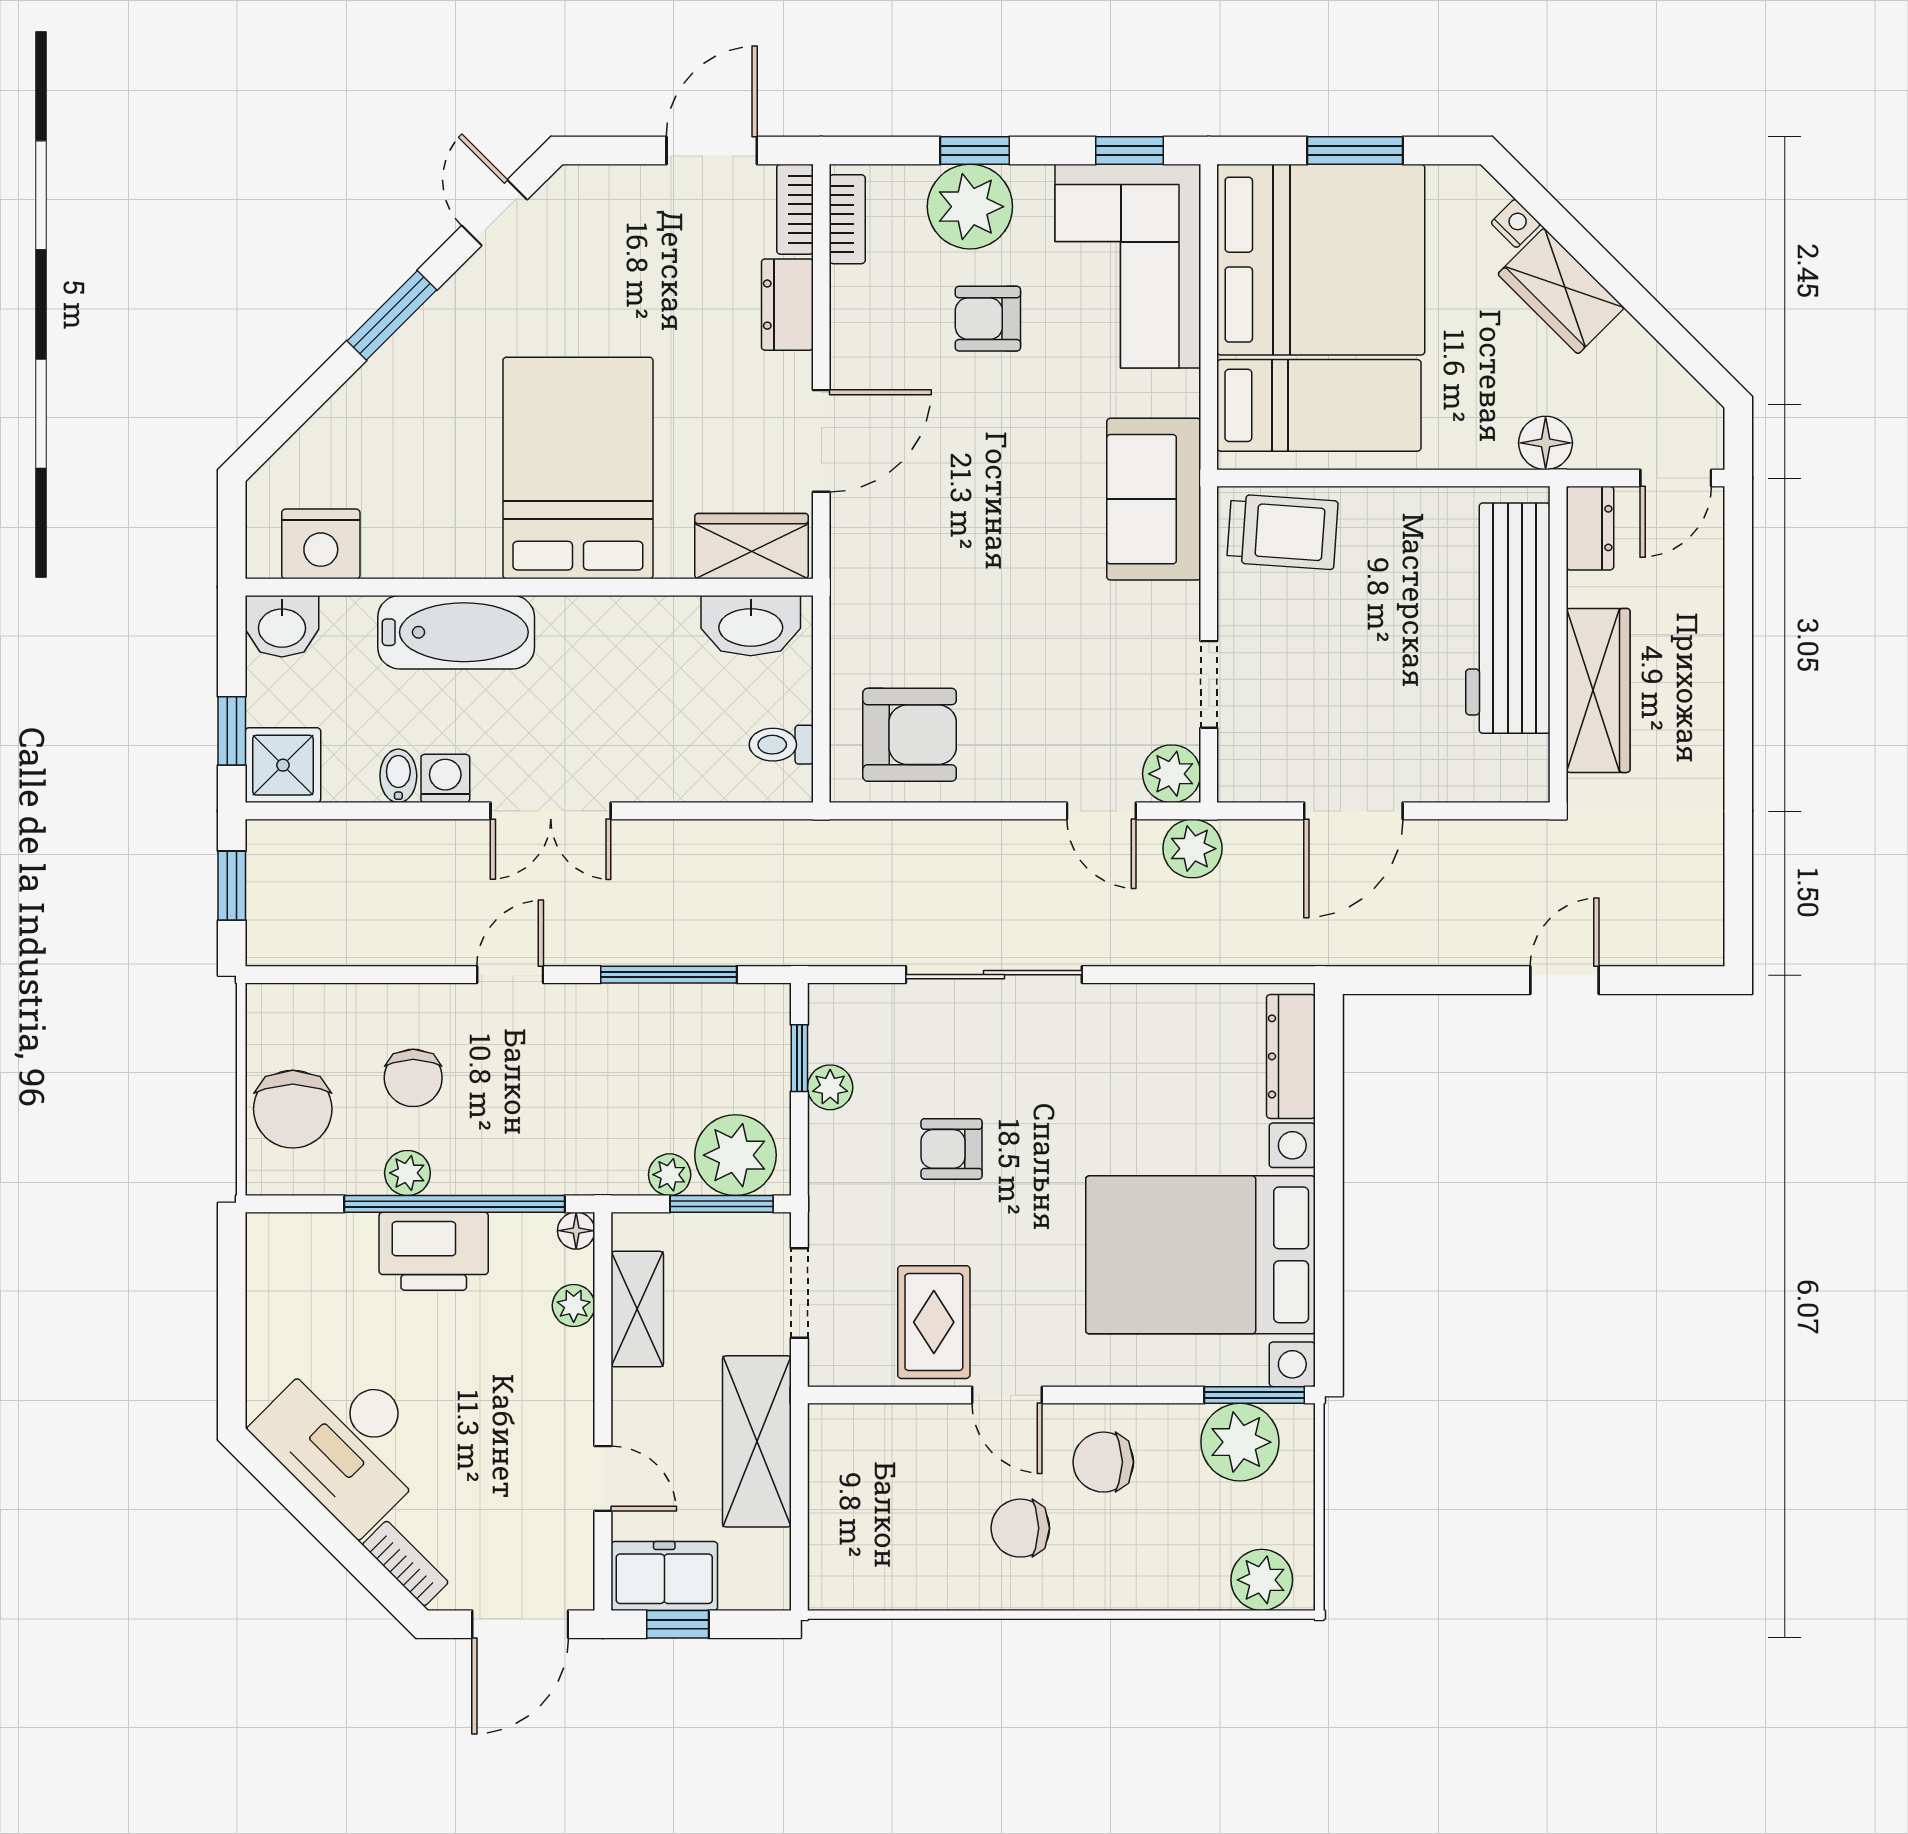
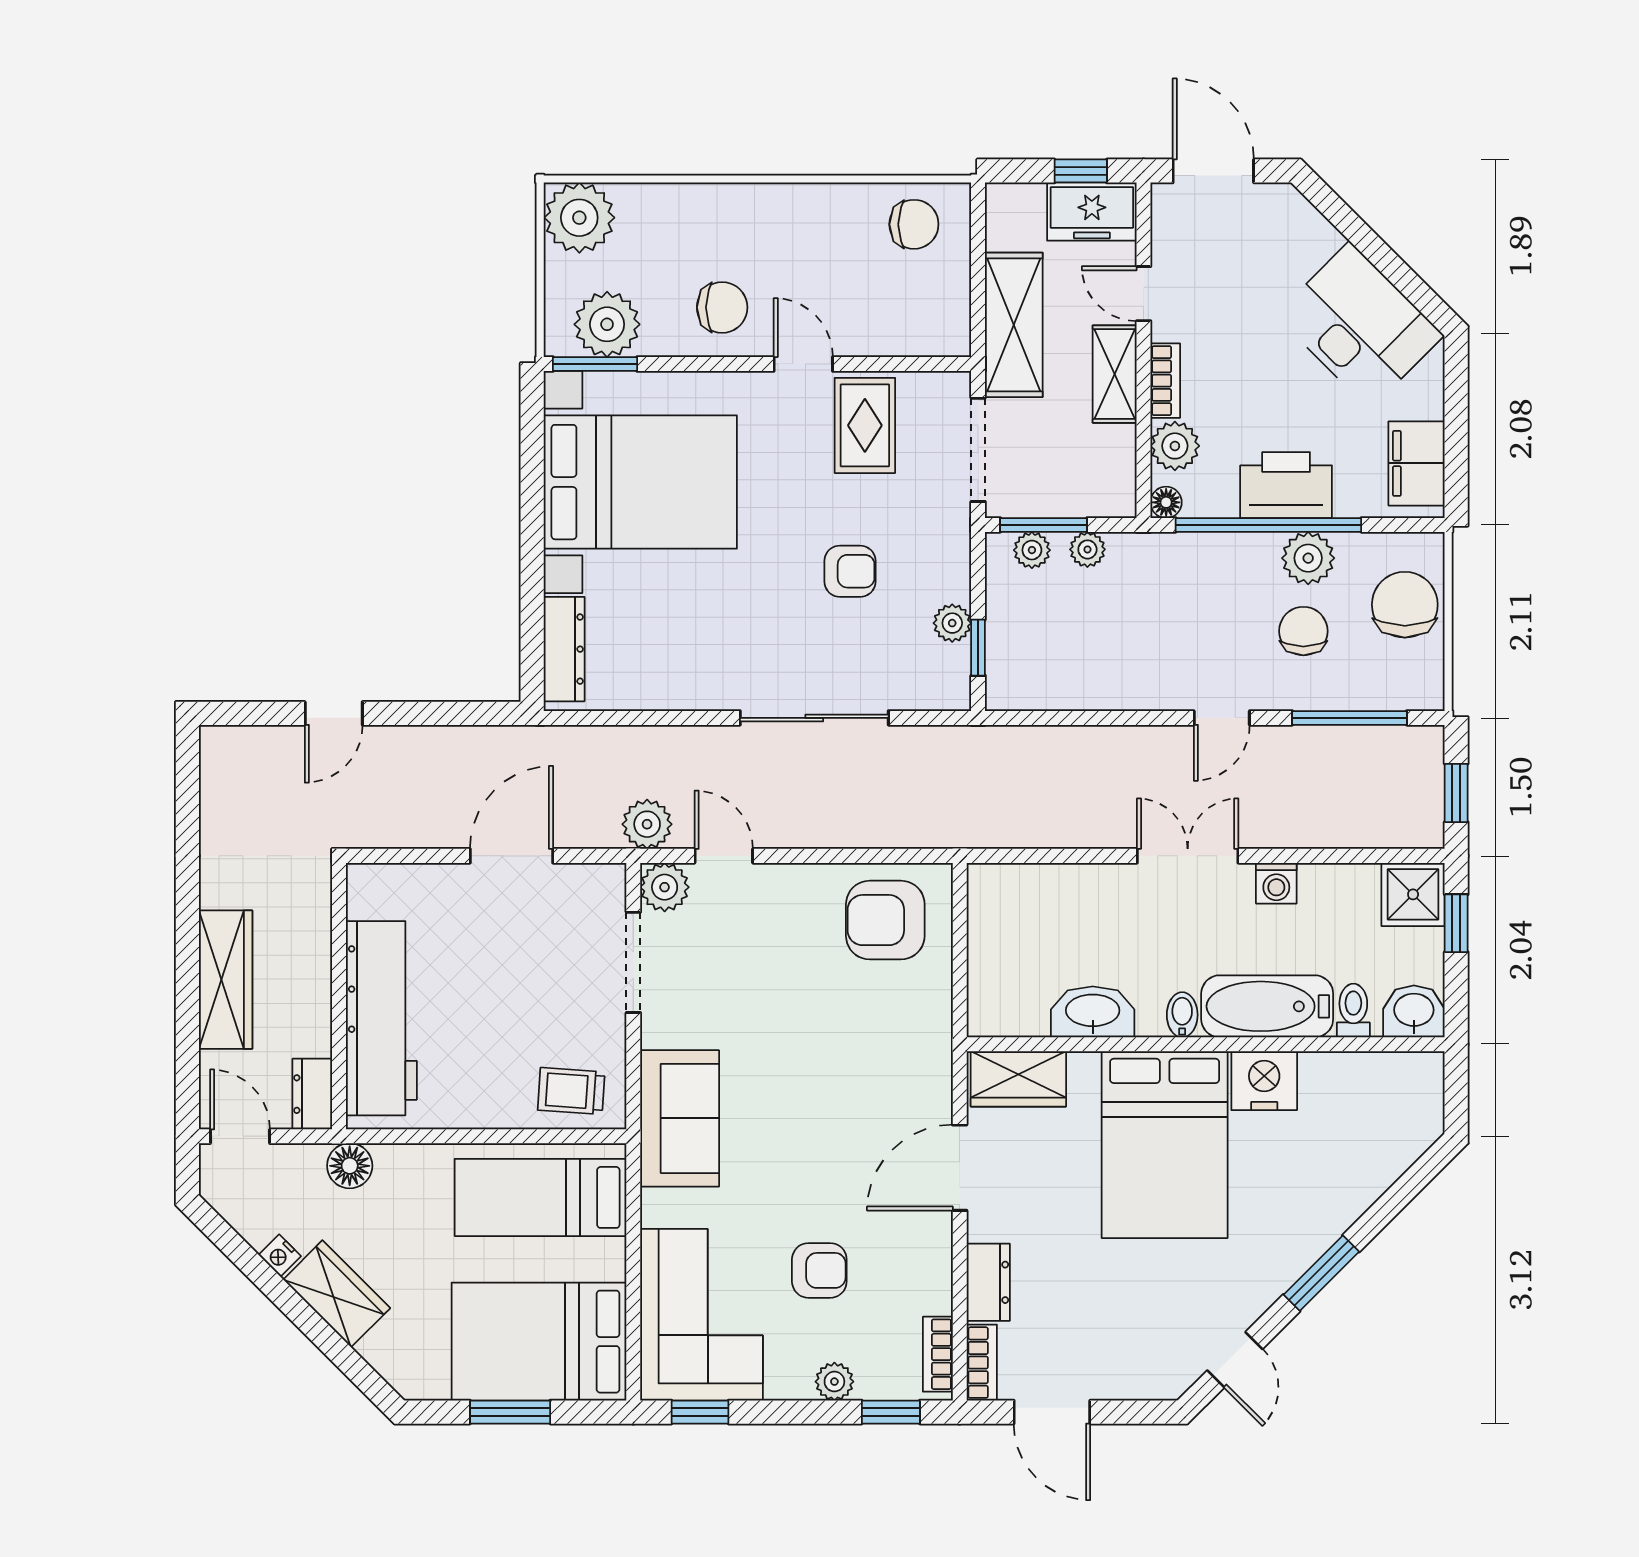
door: (712, 150) -> (1052, 1412), hinge flipped
window: (975, 150) -> (891, 1412), moved
plant: (970, 207) -> (834, 1382), width x0.53, depth x0.53
nightstand: (1516, 223) -> (280, 1256), moved
bed: (1321, 260) -> (539, 1342), width x0.73
door: (1676, 478) -> (240, 1136), hinge flipped
trolley: (1282, 532) -> (571, 1091), width x0.73, depth x0.72
nightstand: (321, 544) -> (1264, 1081), moved
washbasin: (751, 626) -> (1093, 1012), moved
doorway: (1209, 684) -> (633, 962), width x1.38
wardrobe: (1598, 690) -> (226, 980), moved, turned 180
toilet: (781, 745) -> (1353, 1011), moved, turned -90
bidet: (398, 776) -> (1182, 1015), moved, turned 180
window: (669, 975) -> (1349, 718), moved
plant: (735, 1155) -> (1032, 550), width x0.53, depth x0.53
plant: (407, 1173) -> (1308, 558), width x1.38, depth x1.38
filing cabinet: (279, 1277) -> (1417, 463), added
doorway: (799, 1293) -> (978, 450), width x1.38
plant: (574, 1306) -> (1175, 446), width x1.38, depth x1.38
shelving: (637, 1309) -> (1115, 374), moved
chair: (1020, 1528) -> (914, 224), moved
bookcase: (405, 1563) -> (1165, 381), moved, turned -135
plant: (1262, 1580) -> (579, 218), width x1.36, depth x1.36
door: (520, 1624) -> (1213, 171), hinge flipped

